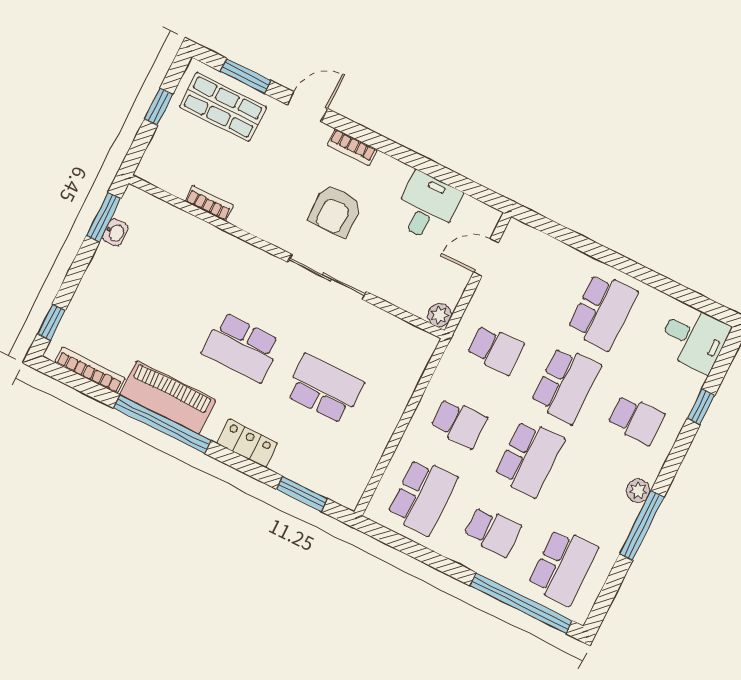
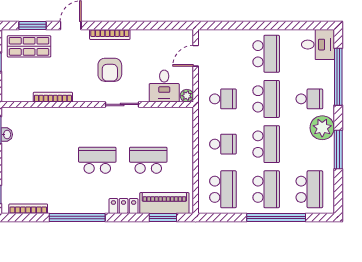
bookcase: (352, 147) -> (110, 34), width x1.56
bookcase: (209, 203) -> (53, 97), width x1.56
desk: (427, 207) -> (164, 86), moved, turned 180
sliding door: (327, 277) -> (122, 104), width x0.73
school desk: (242, 347) -> (97, 160), turned 180
piano: (168, 398) -> (164, 203), moved
window: (701, 407) -> (338, 77), width x3.17
plant: (638, 491) -> (322, 128), width x1.87, depth x1.87
school desk: (493, 532) -> (266, 189), width x1.85
window: (521, 603) -> (276, 218), moved

